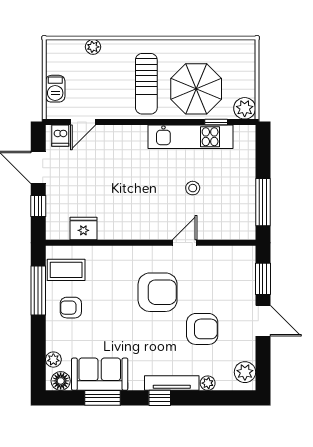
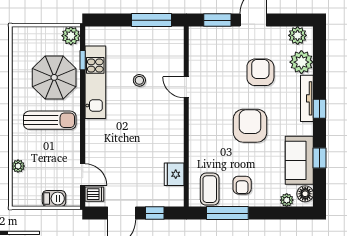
armchair: (158, 292) -> (250, 126), moved
plant: (208, 383) -> (301, 62), width x1.88, depth x1.88
window: (102, 398) -> (320, 158), width x0.67

